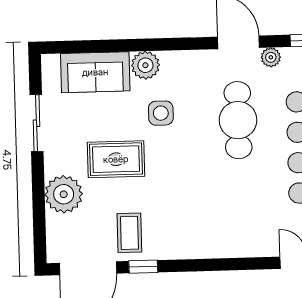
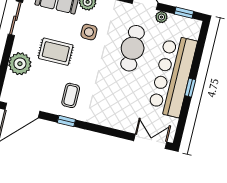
coffee table: (129, 233) -> (71, 95), moved
window: (143, 267) -> (66, 121), moved

